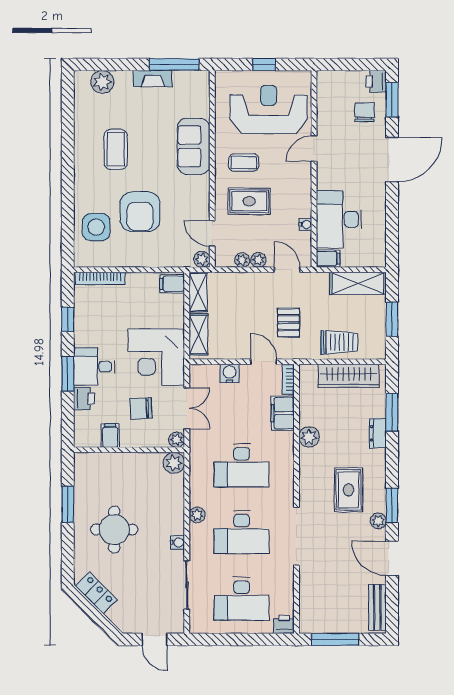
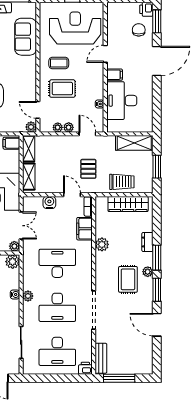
sofa: (194, 146) -> (26, 37), moved
filing cabinet: (328, 259) -> (115, 75), moved
window: (392, 412) -> (157, 258), moved
desk: (242, 465) -> (57, 263), turned 180
plant: (378, 521) -> (148, 272), moved
water cooler: (178, 542) -> (15, 294), moved
bench: (377, 607) -> (101, 358), moved

